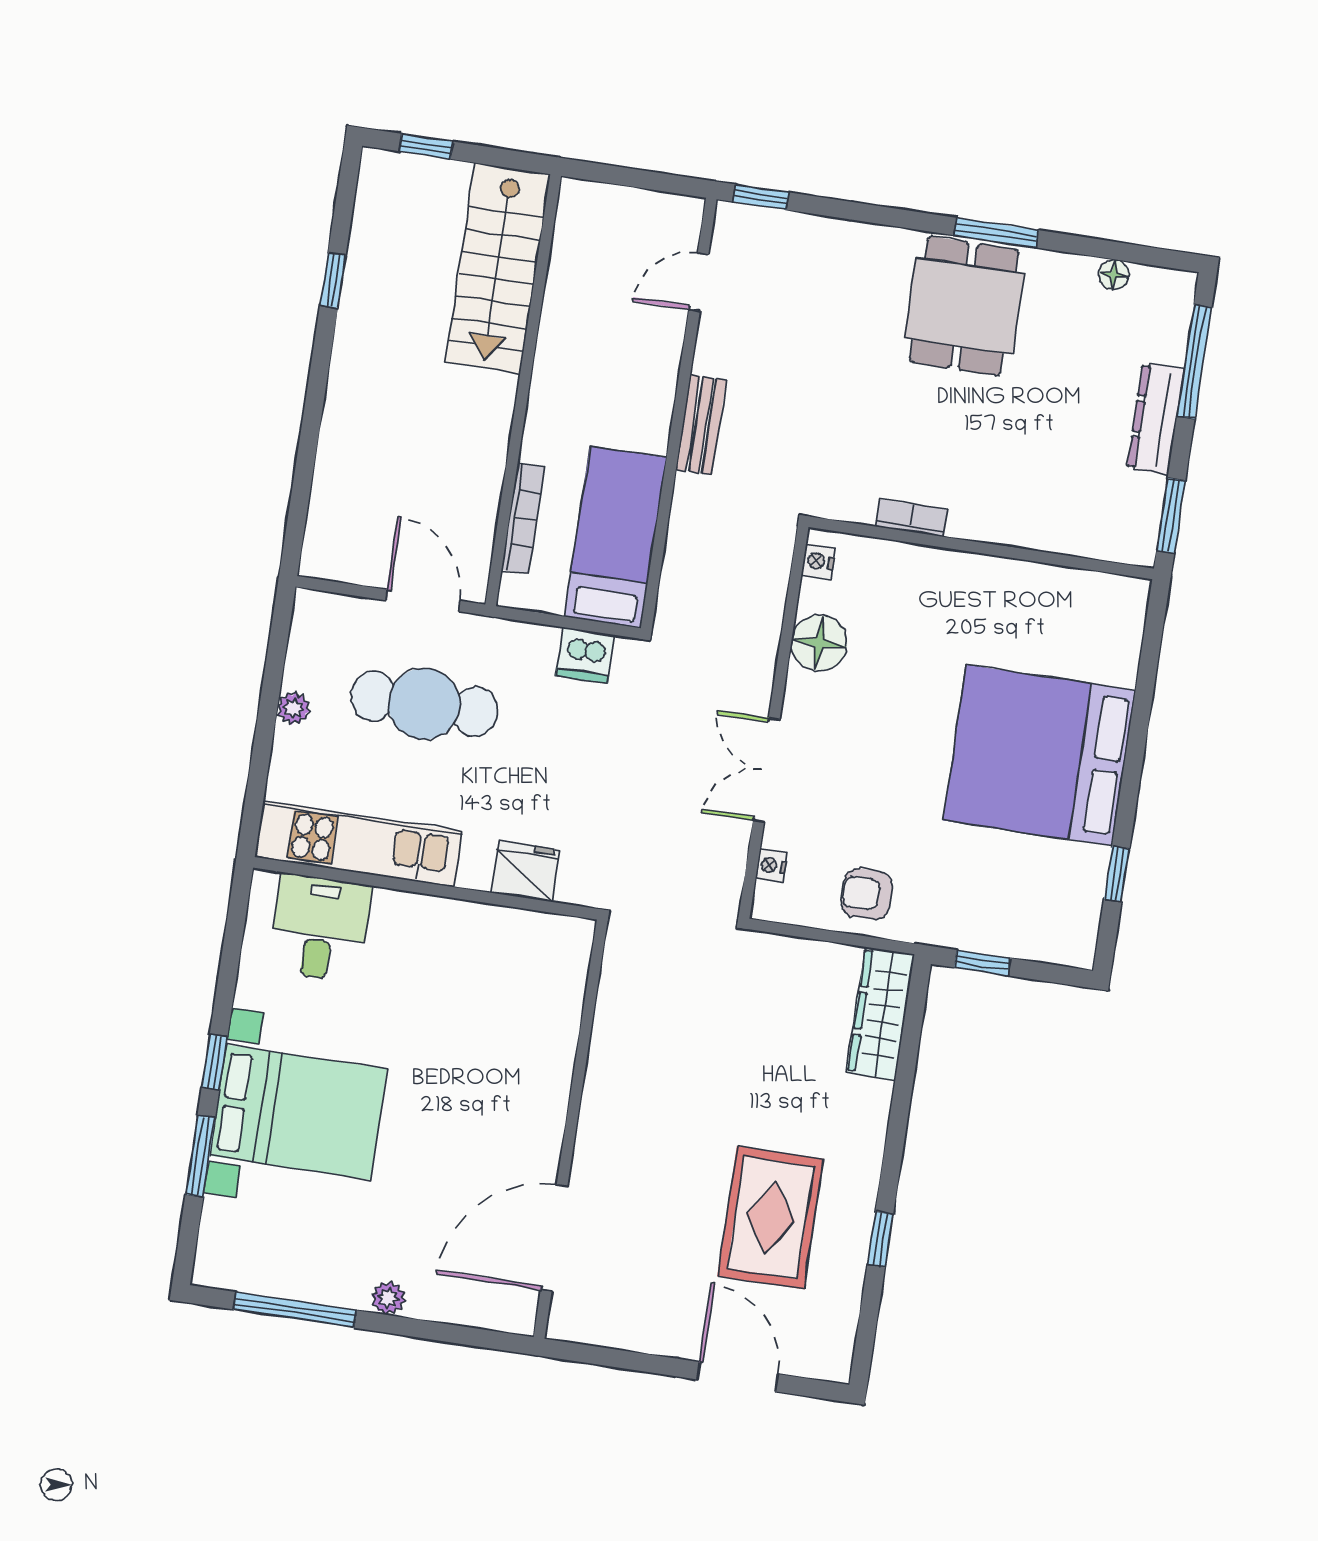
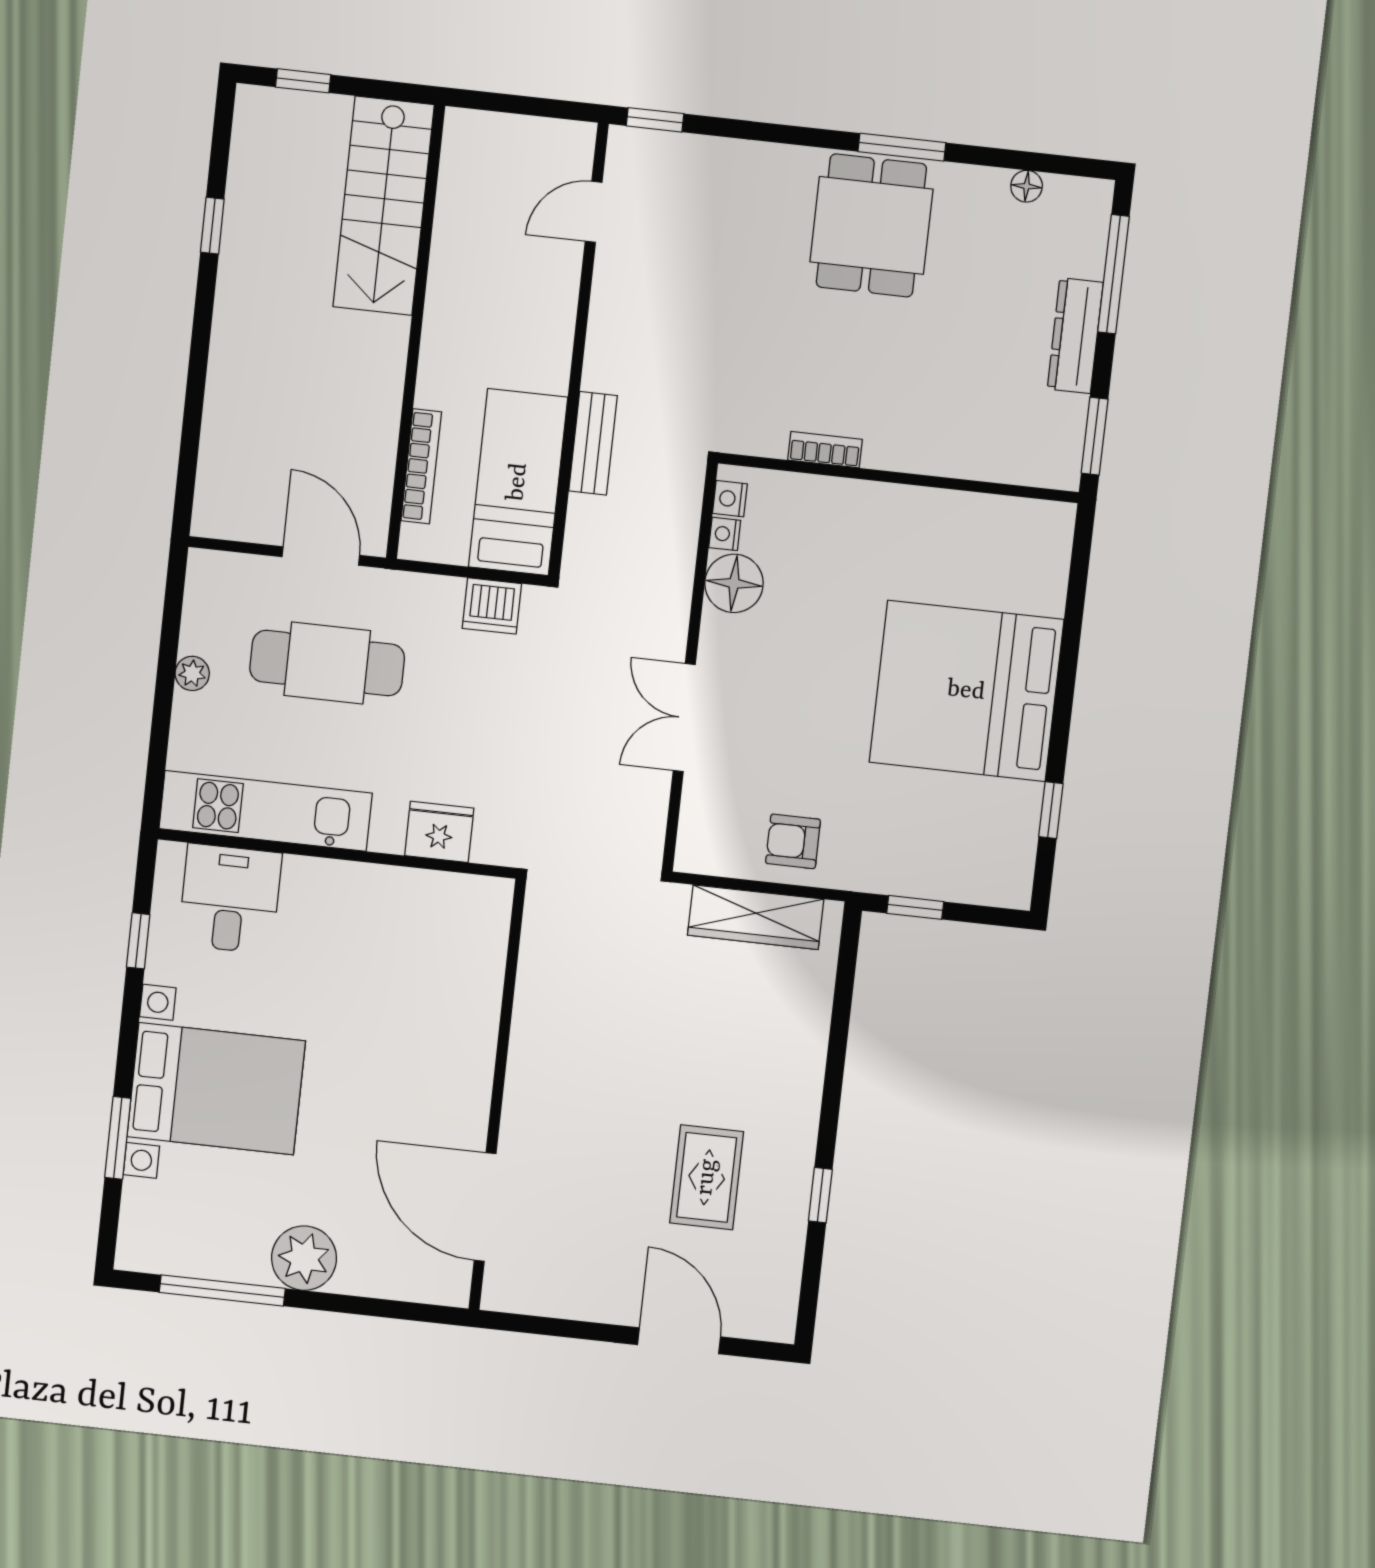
bench: (701, 425) -> (593, 443), moved
nightstand: (771, 865) -> (725, 534), moved
wardrobe: (881, 1014) -> (756, 917), moved, turned -90
window: (215, 1062) -> (138, 941), moved
rug: (770, 1218) -> (707, 1177), width x0.73, depth x0.70
door: (554, 1238) -> (485, 1207), hinge flipped
plant: (388, 1298) -> (304, 1258), width x1.88, depth x1.88

